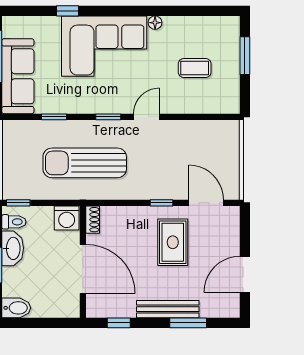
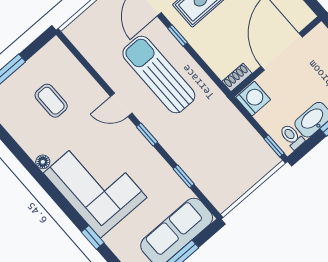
sun lounger: (85, 163) -> (159, 75), moved, turned 180

